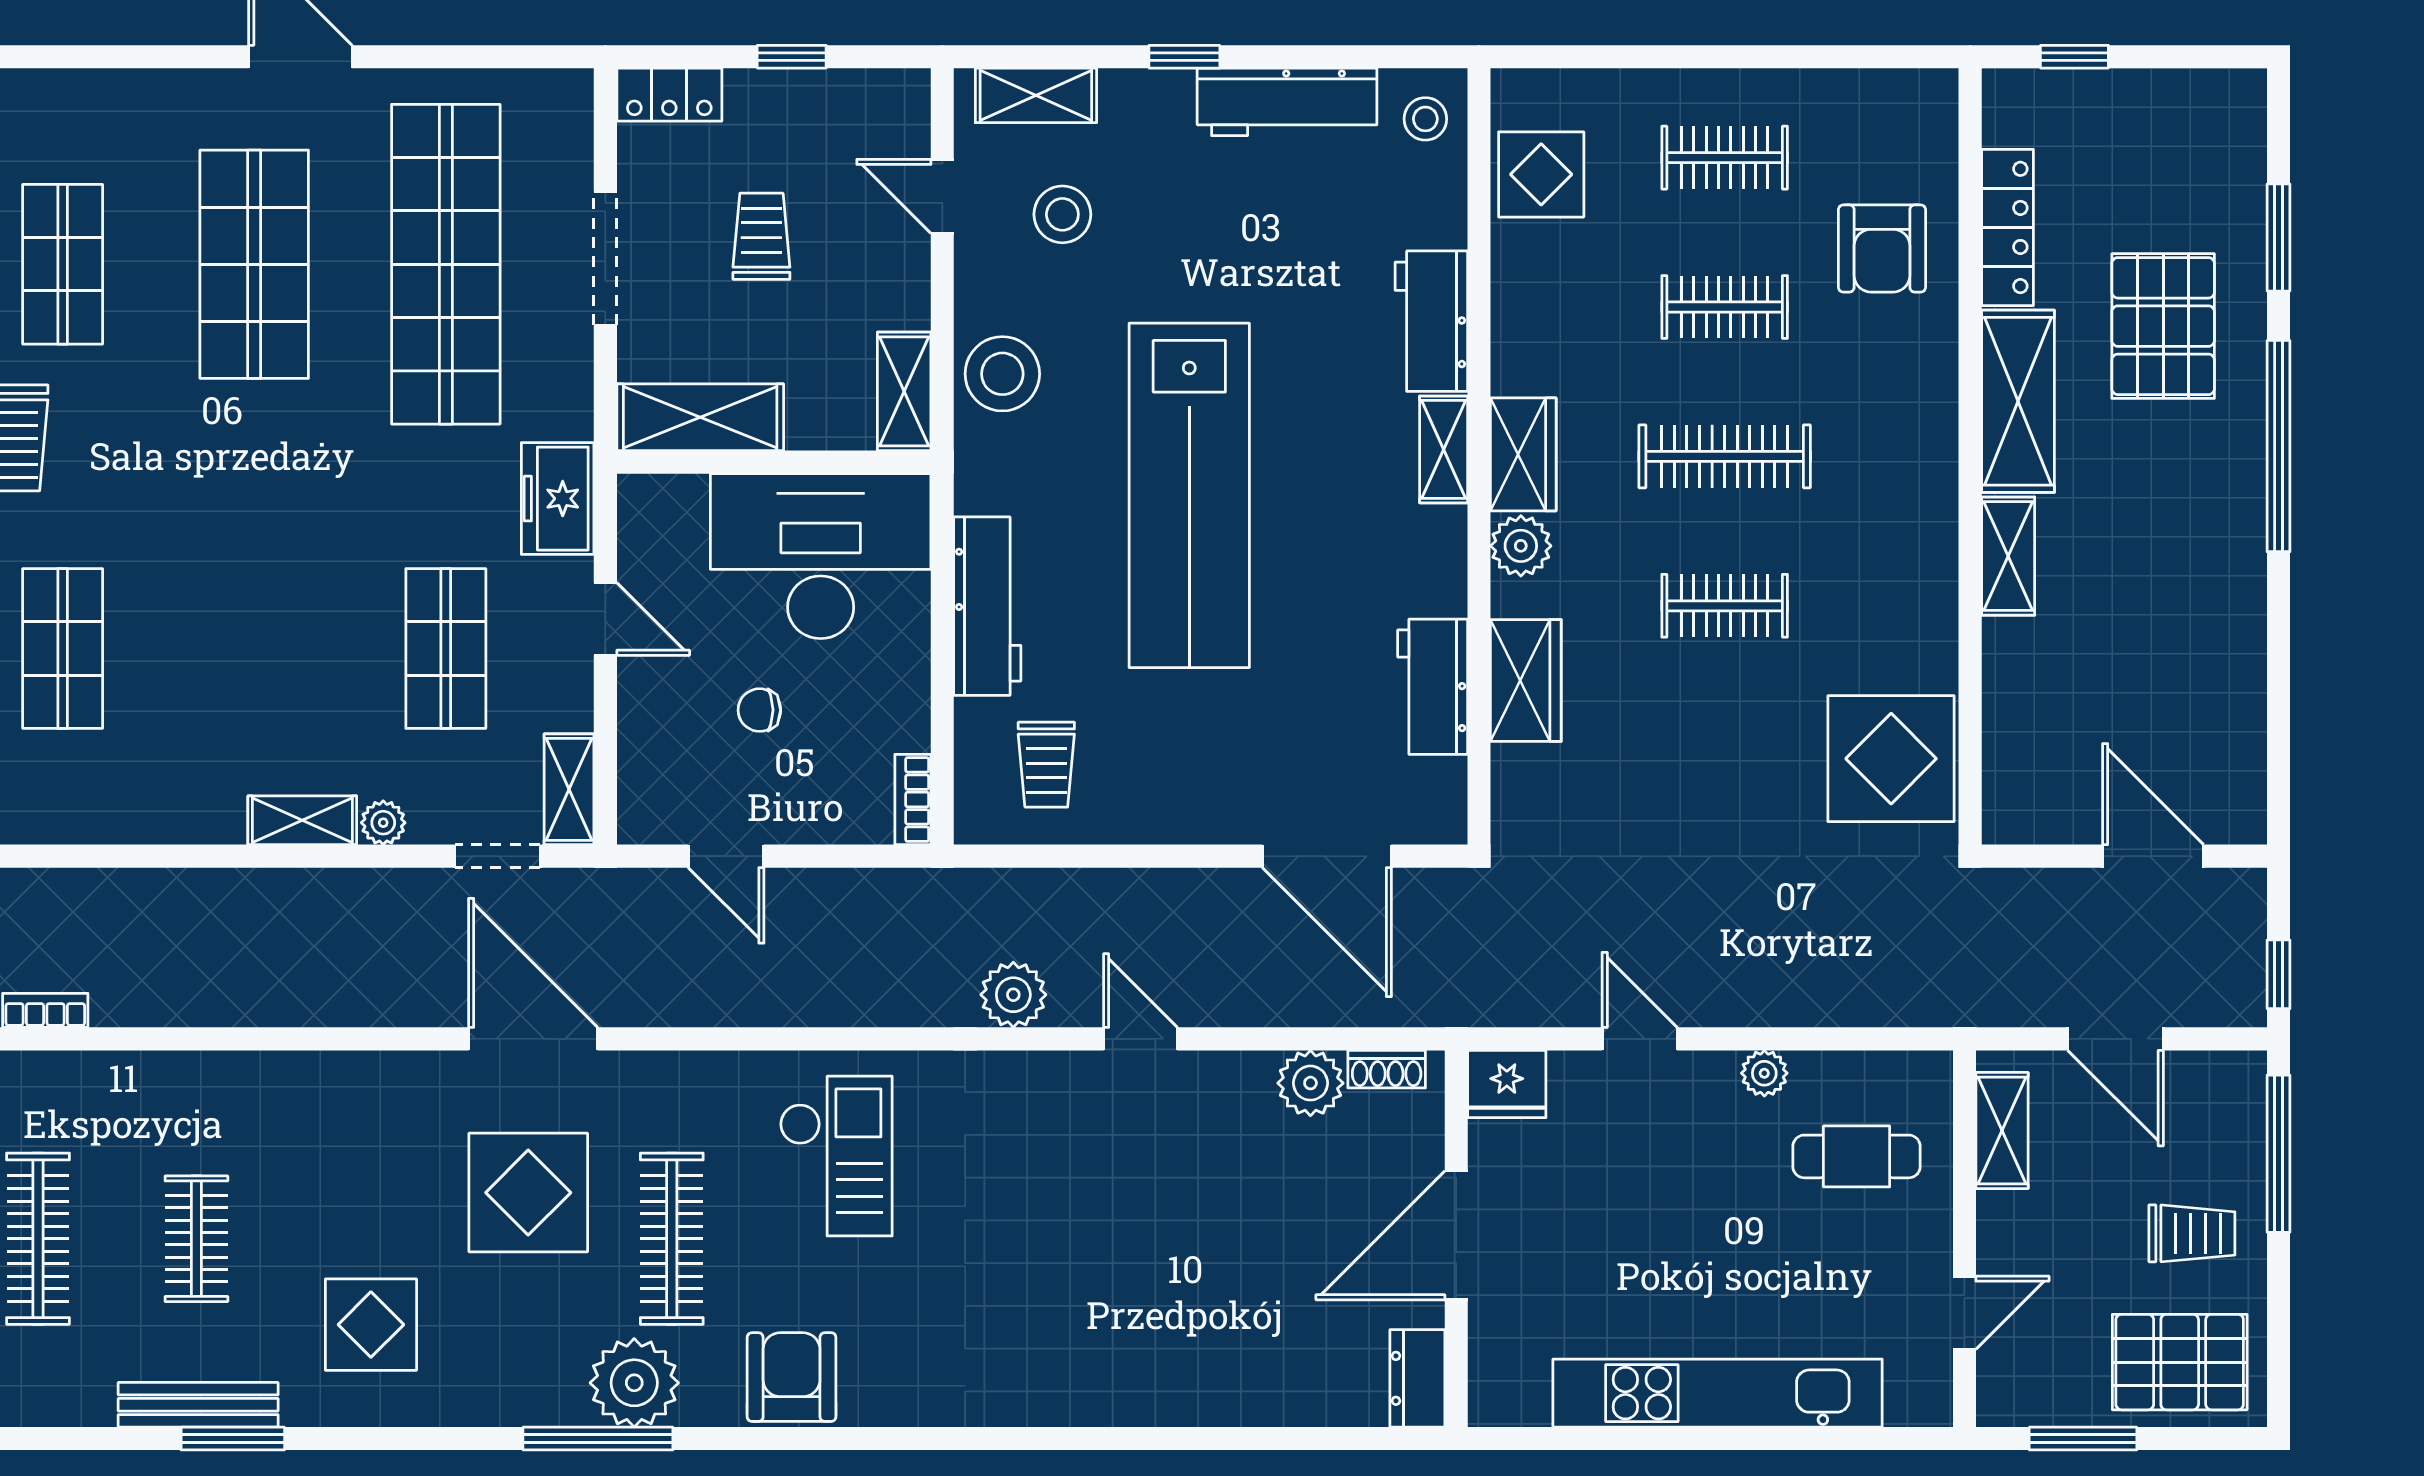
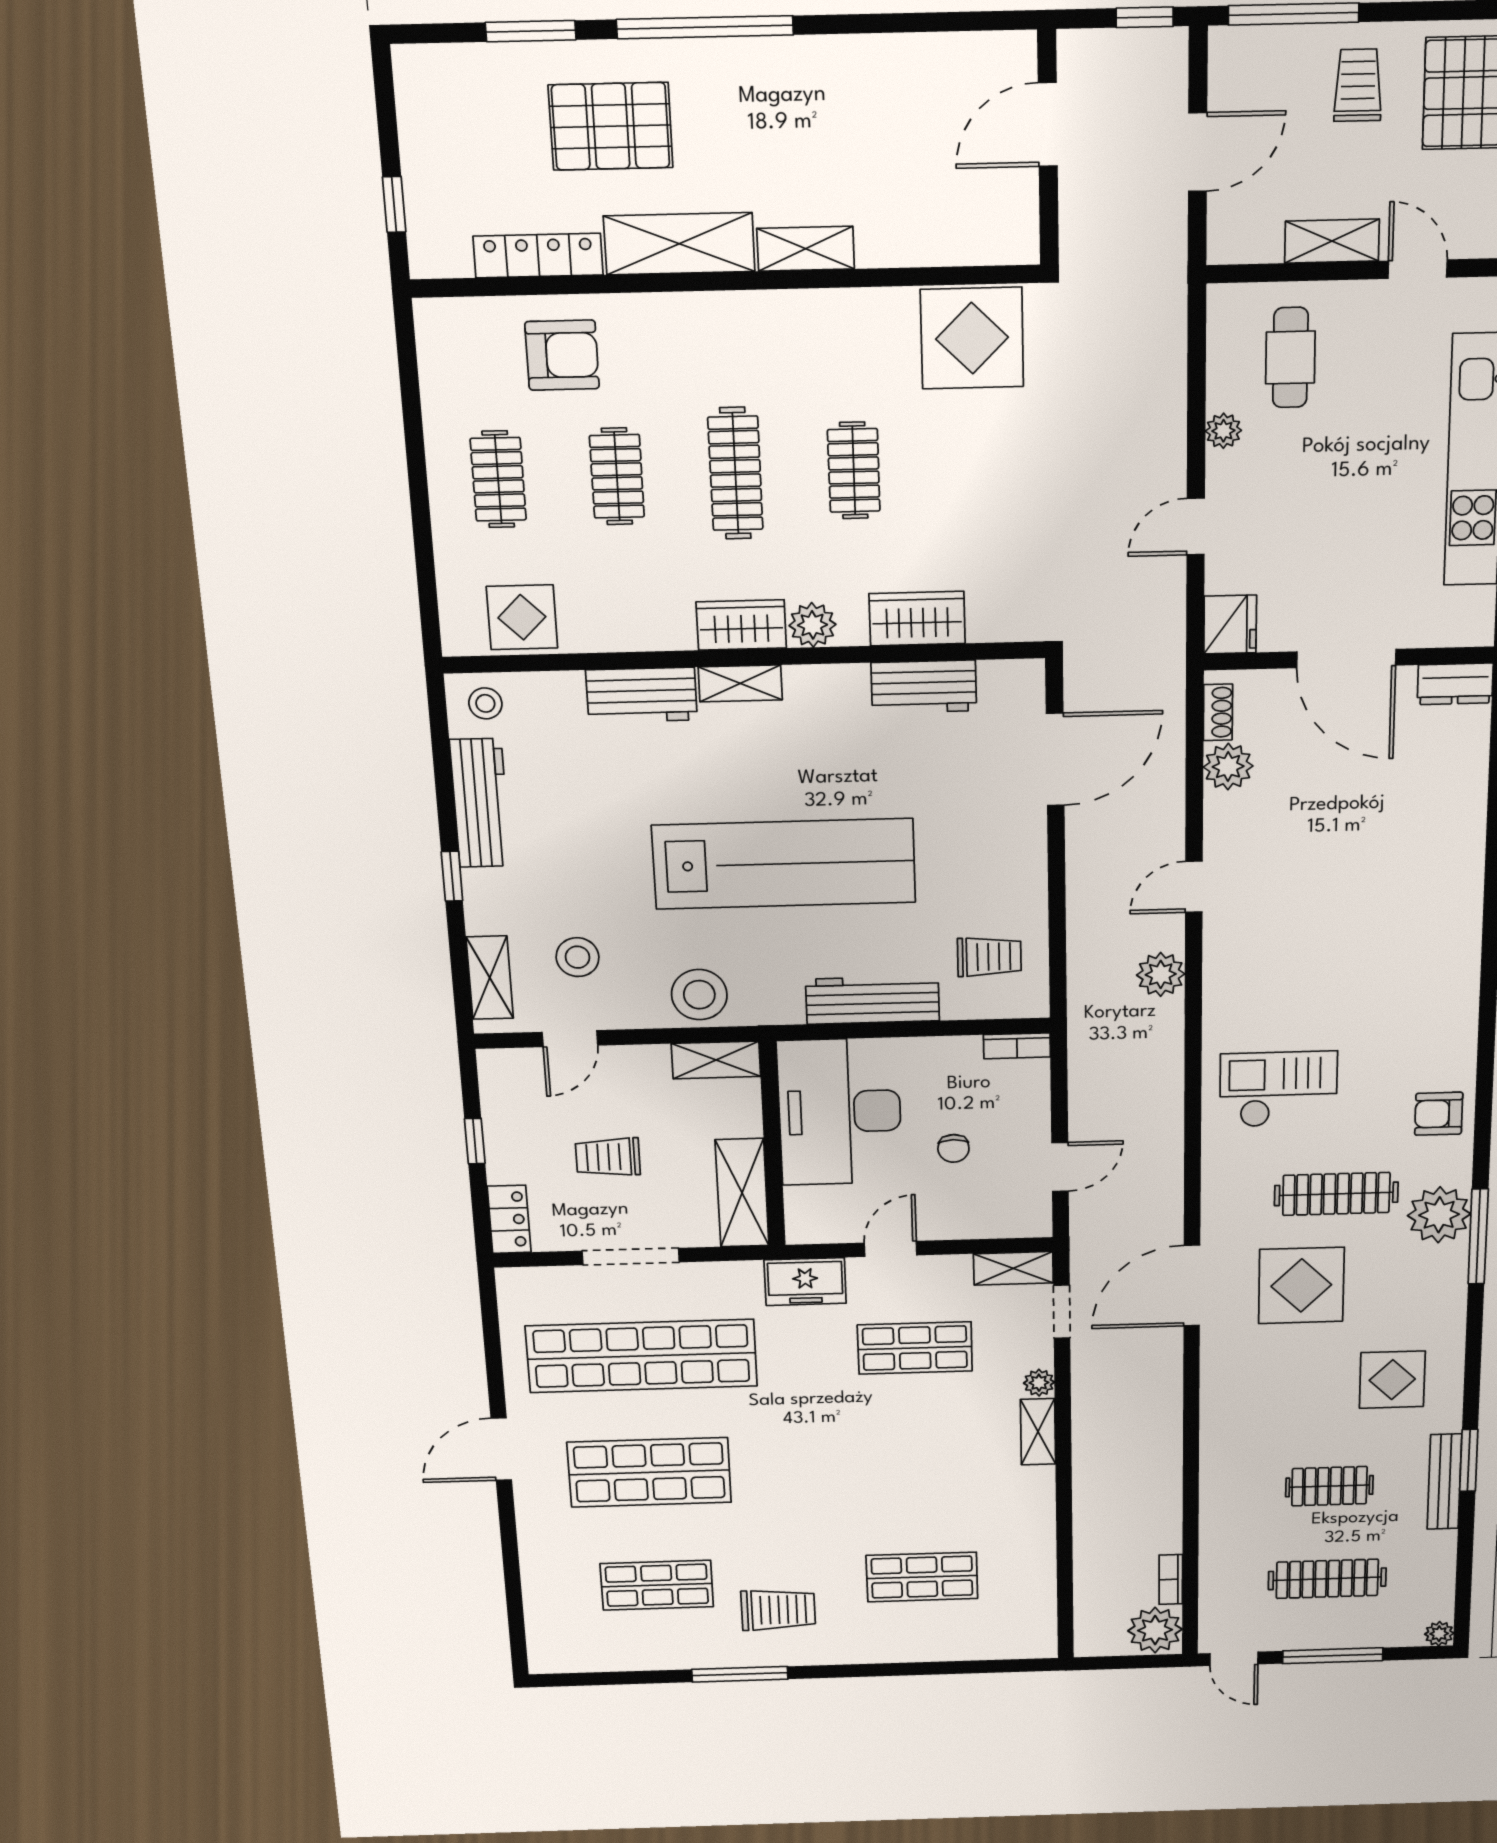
shelving: (2002, 1131) -> (1332, 241), moved
armchair: (792, 1377) -> (1439, 1114), width x0.72, depth x0.72

